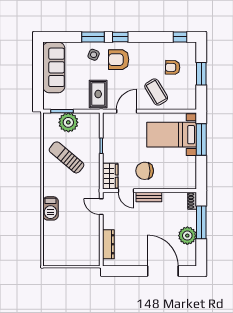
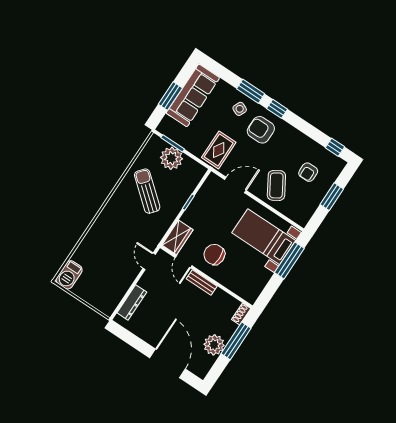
armchair: (173, 67) -> (308, 172), turned -92
window: (38, 78) -> (170, 96), added
barbecue: (50, 208) -> (69, 275), moved

